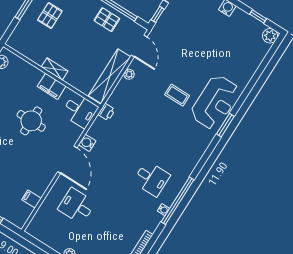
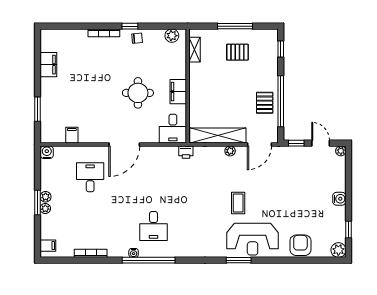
armchair: (246, 65) -> (300, 245), added
shelving: (55, 69) -> (195, 50), moved
water cooler: (87, 143) -> (47, 152), moved

